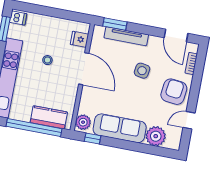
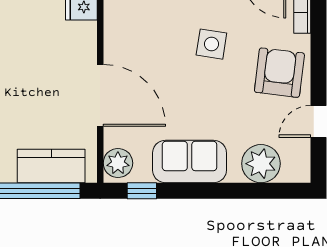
stool: (47, 60) -> (28, 58), removed
door: (84, 69) -> (100, 95), moved
sofa: (120, 128) -> (190, 162), width x0.73

